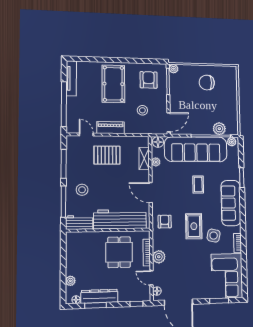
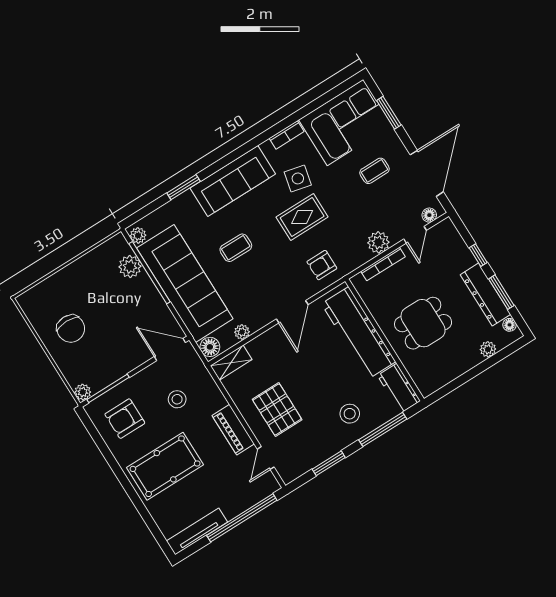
shelving: (144, 159) -> (231, 363), moved
window: (64, 164) -> (329, 463), width x0.69
dining table: (119, 252) -> (423, 323), moved
coffee table: (195, 276) -> (374, 171), added
window: (136, 304) -> (478, 255), moved

